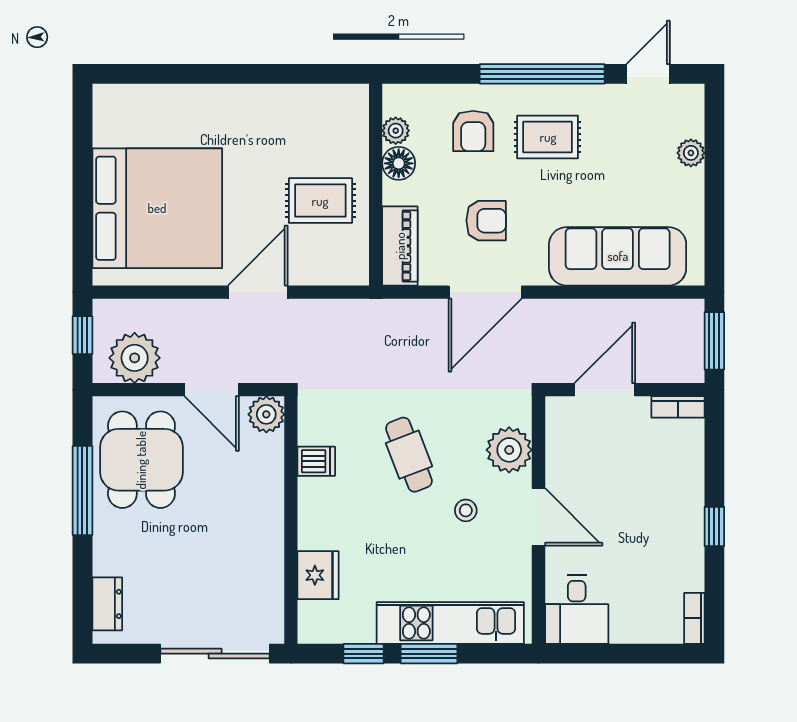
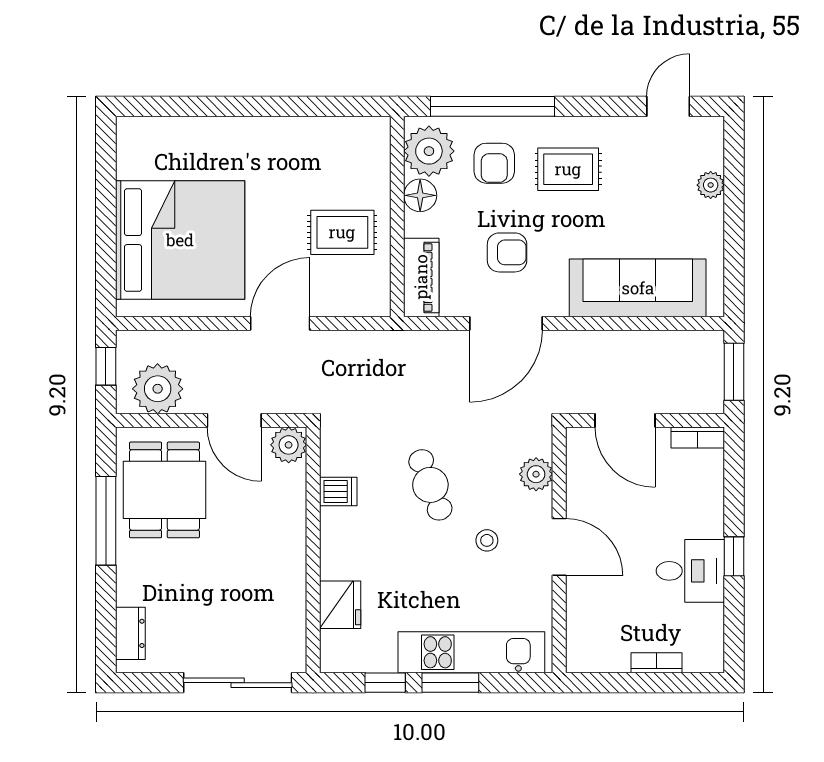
window: (542, 74) -> (493, 106), moved
plant: (396, 131) -> (429, 151), width x1.87, depth x1.87
door: (605, 390) -> (625, 420), swing flipped
plant: (509, 450) -> (536, 474), width x0.73, depth x0.73
desk: (577, 610) -> (690, 571), moved, turned -90
bookcase: (694, 618) -> (657, 663), moved, turned 90

